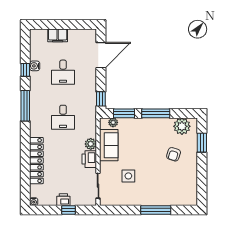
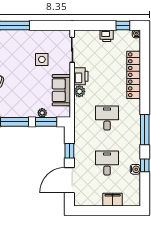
window: (101, 99) -> (69, 151), moved
plant: (113, 122) -> (42, 113), moved
window: (68, 210) -> (123, 25), moved

